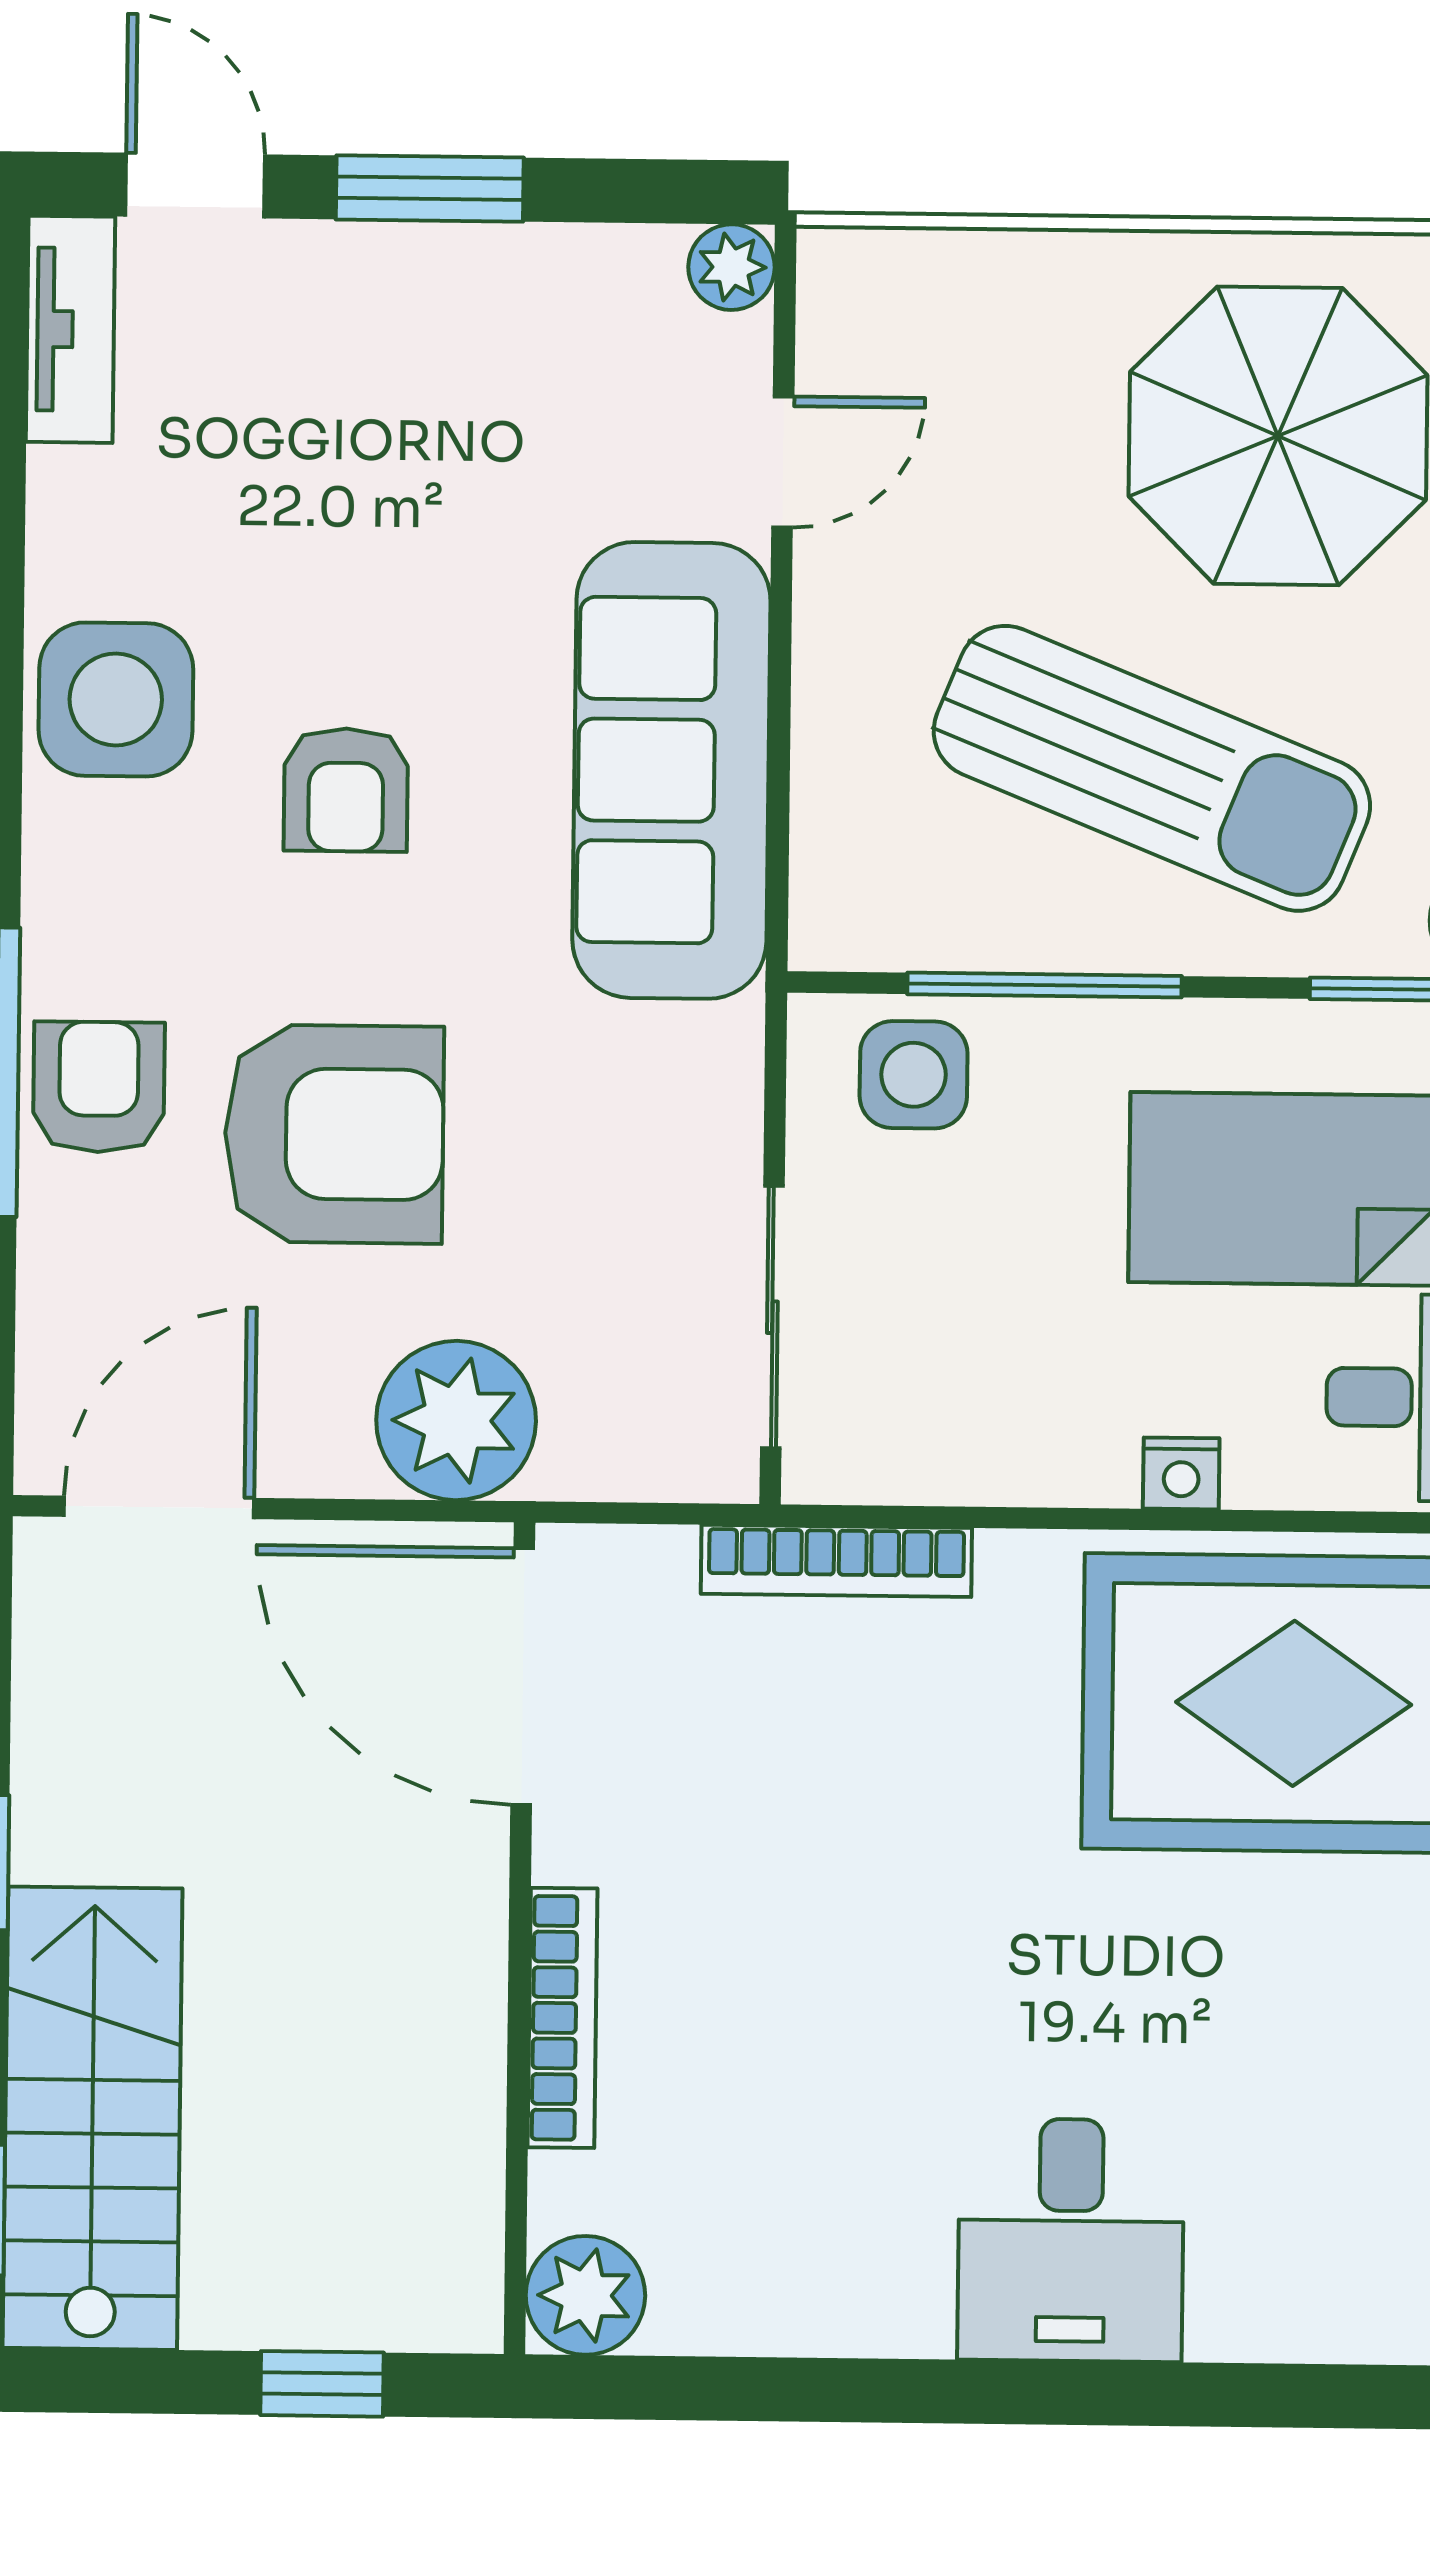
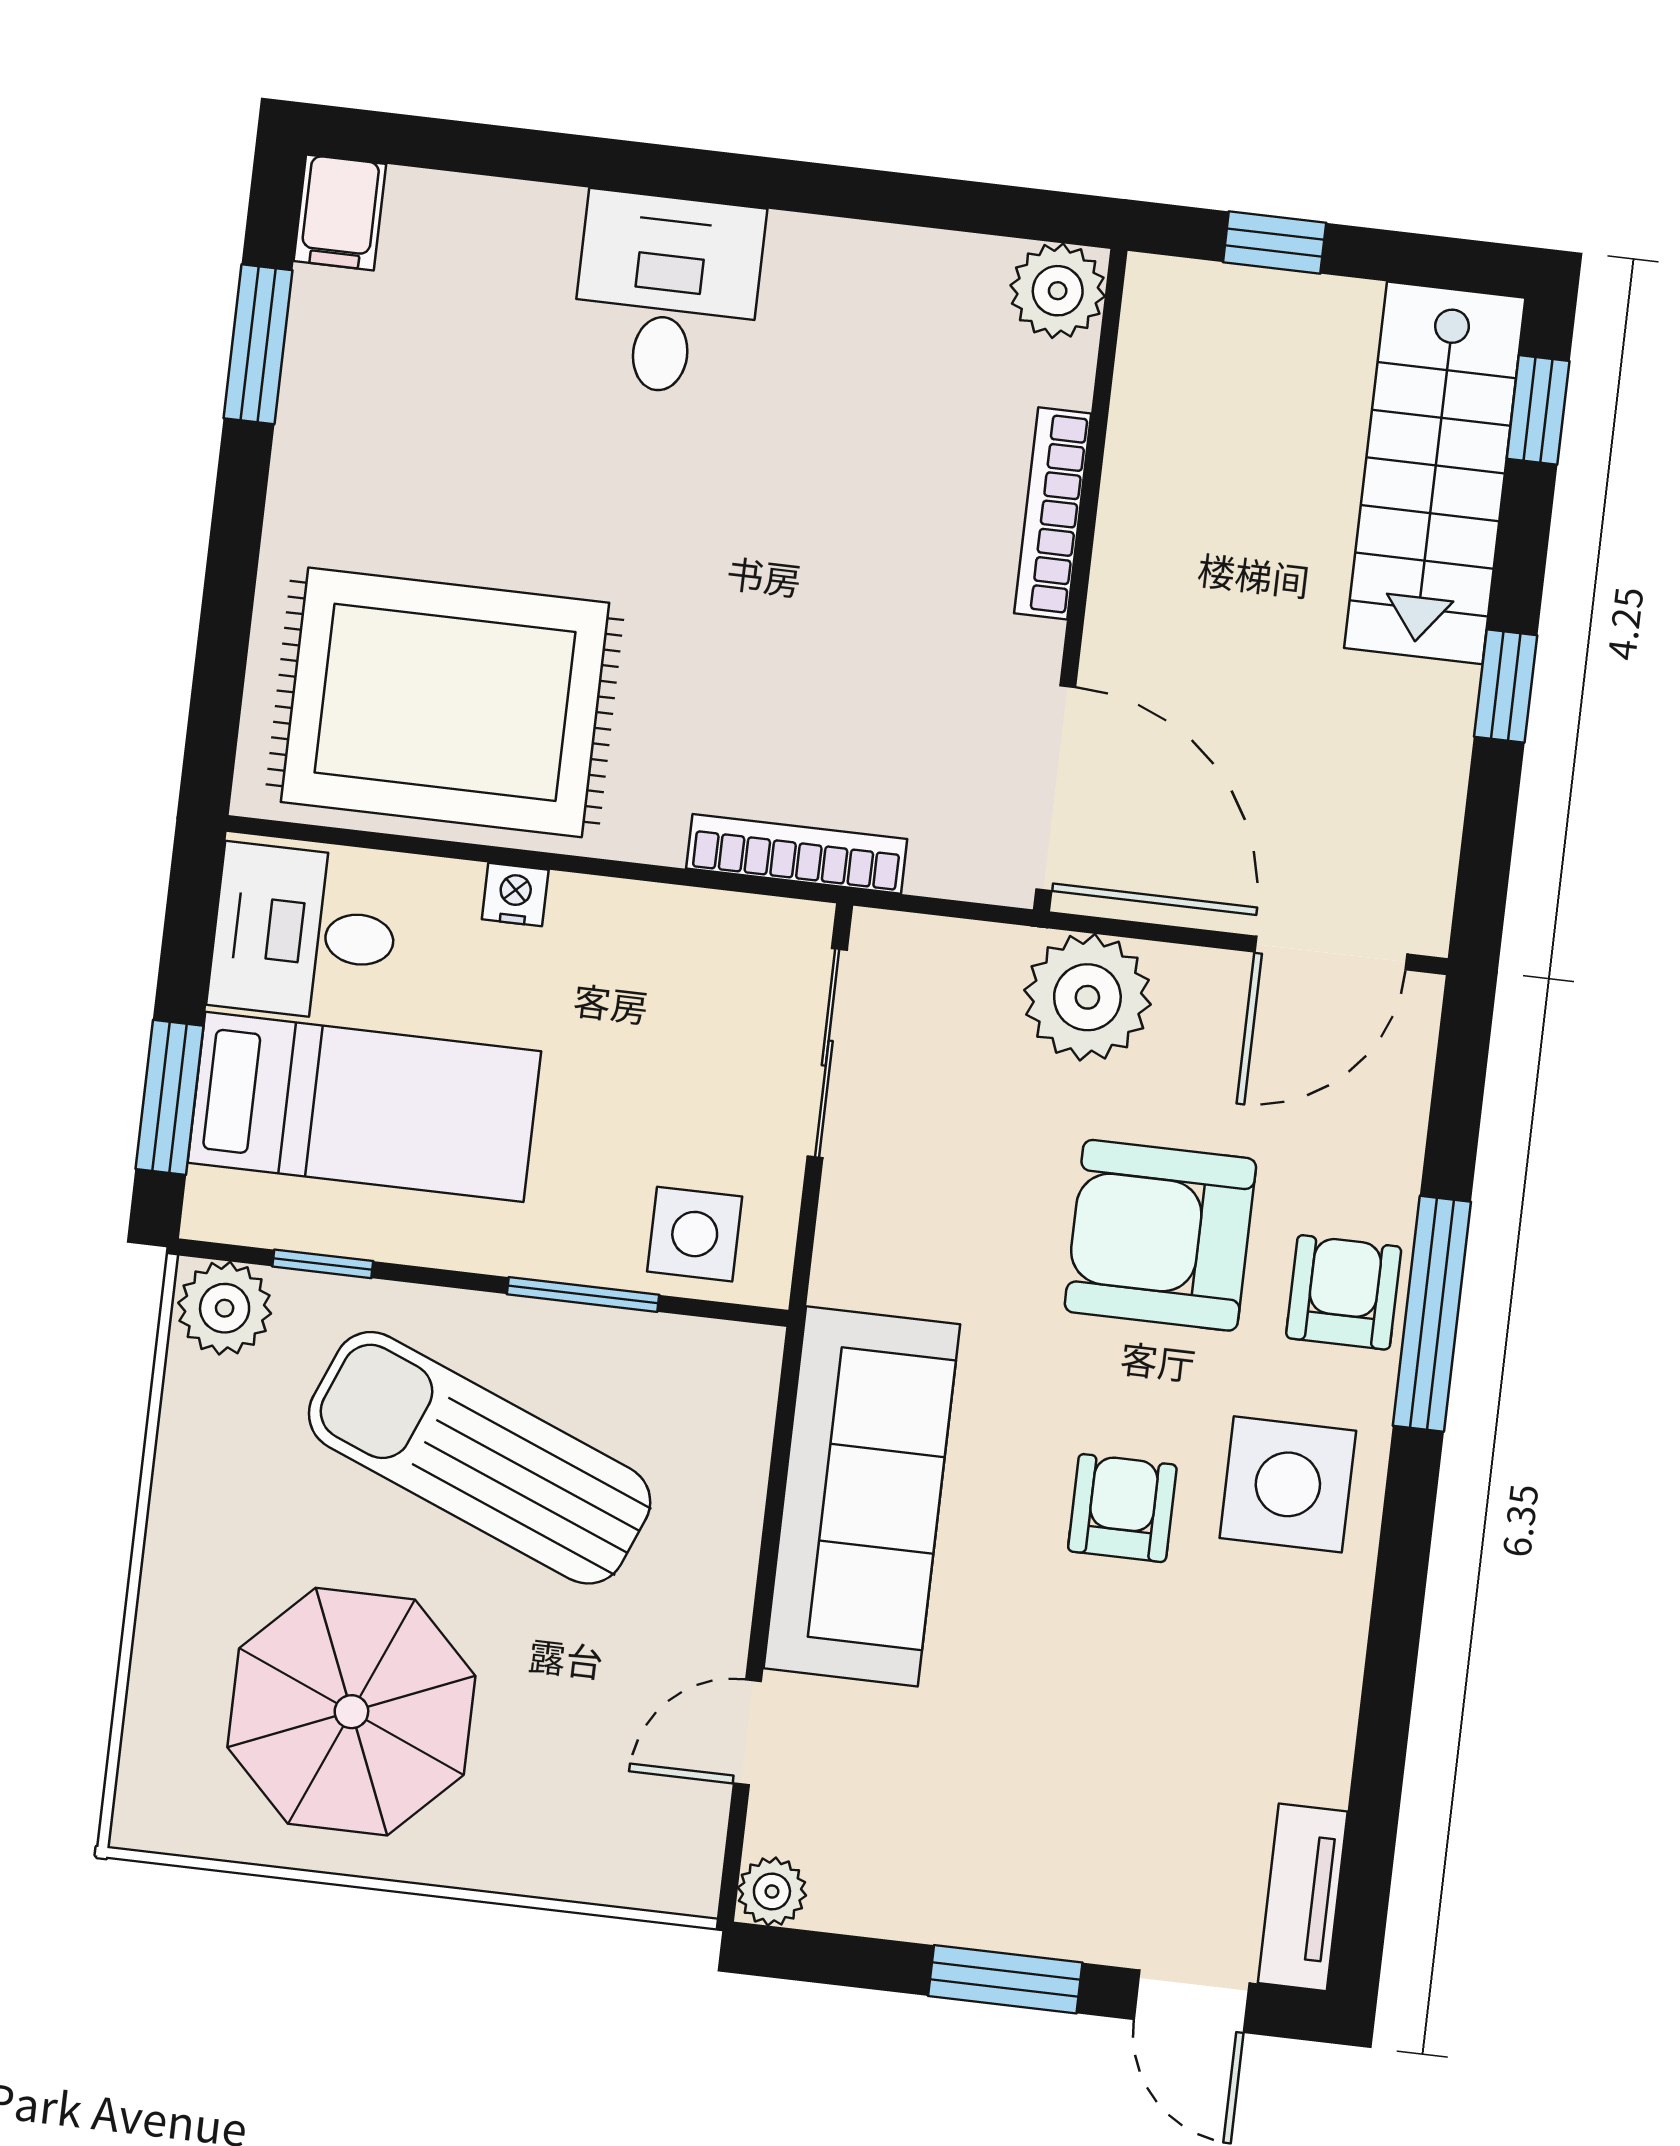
side table: (116, 699) -> (1288, 1484), moved
window: (1045, 985) -> (583, 1294), width x0.69
armchair: (99, 1087) -> (1344, 1292), turned 180

